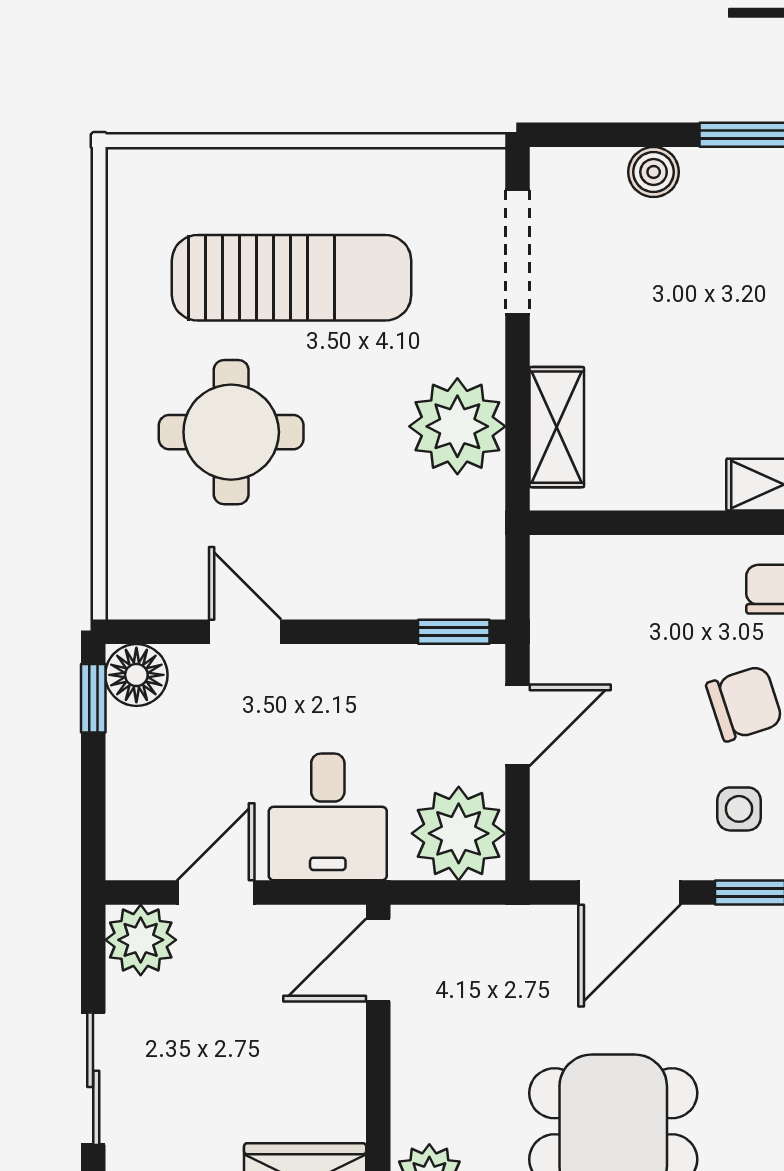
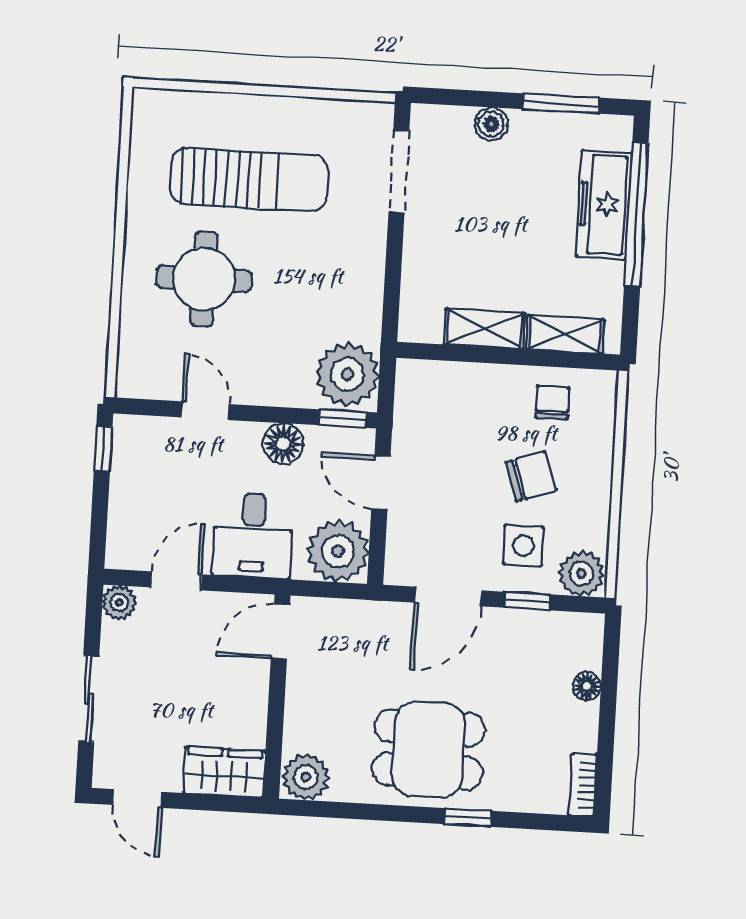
plant: (457, 426) -> (347, 374), moved
shelving: (557, 427) -> (485, 329), moved, turned 90
floor lamp: (136, 675) -> (283, 444), moved
door: (518, 725) -> (381, 482), swing flipped
side table: (739, 809) -> (523, 546), width x1.37, depth x1.37
plant: (141, 940) -> (119, 602), width x0.73, depth x0.73

